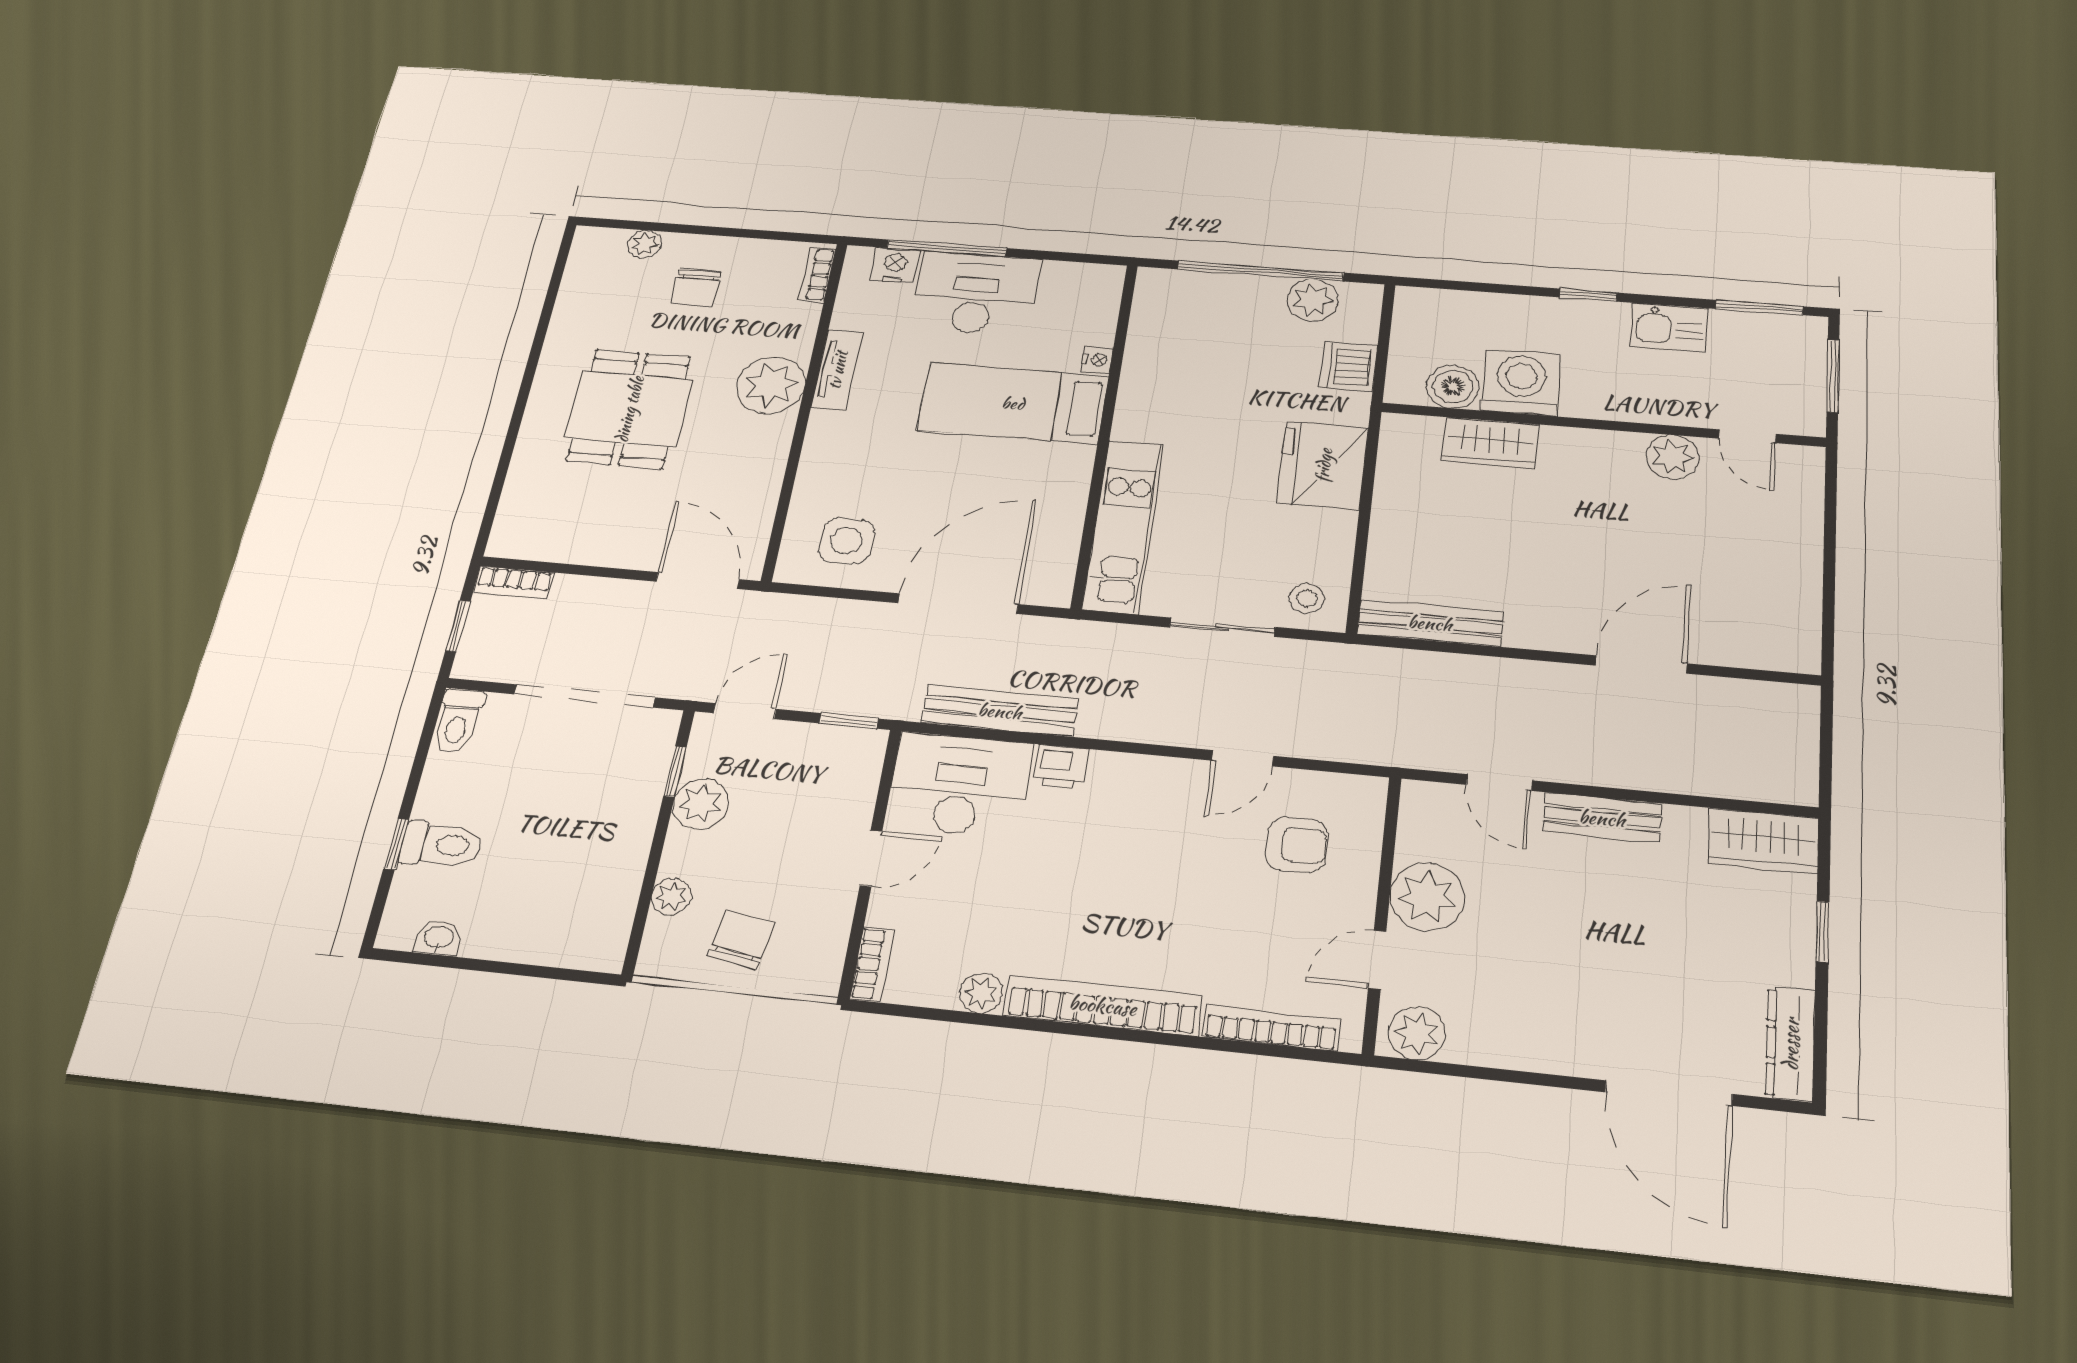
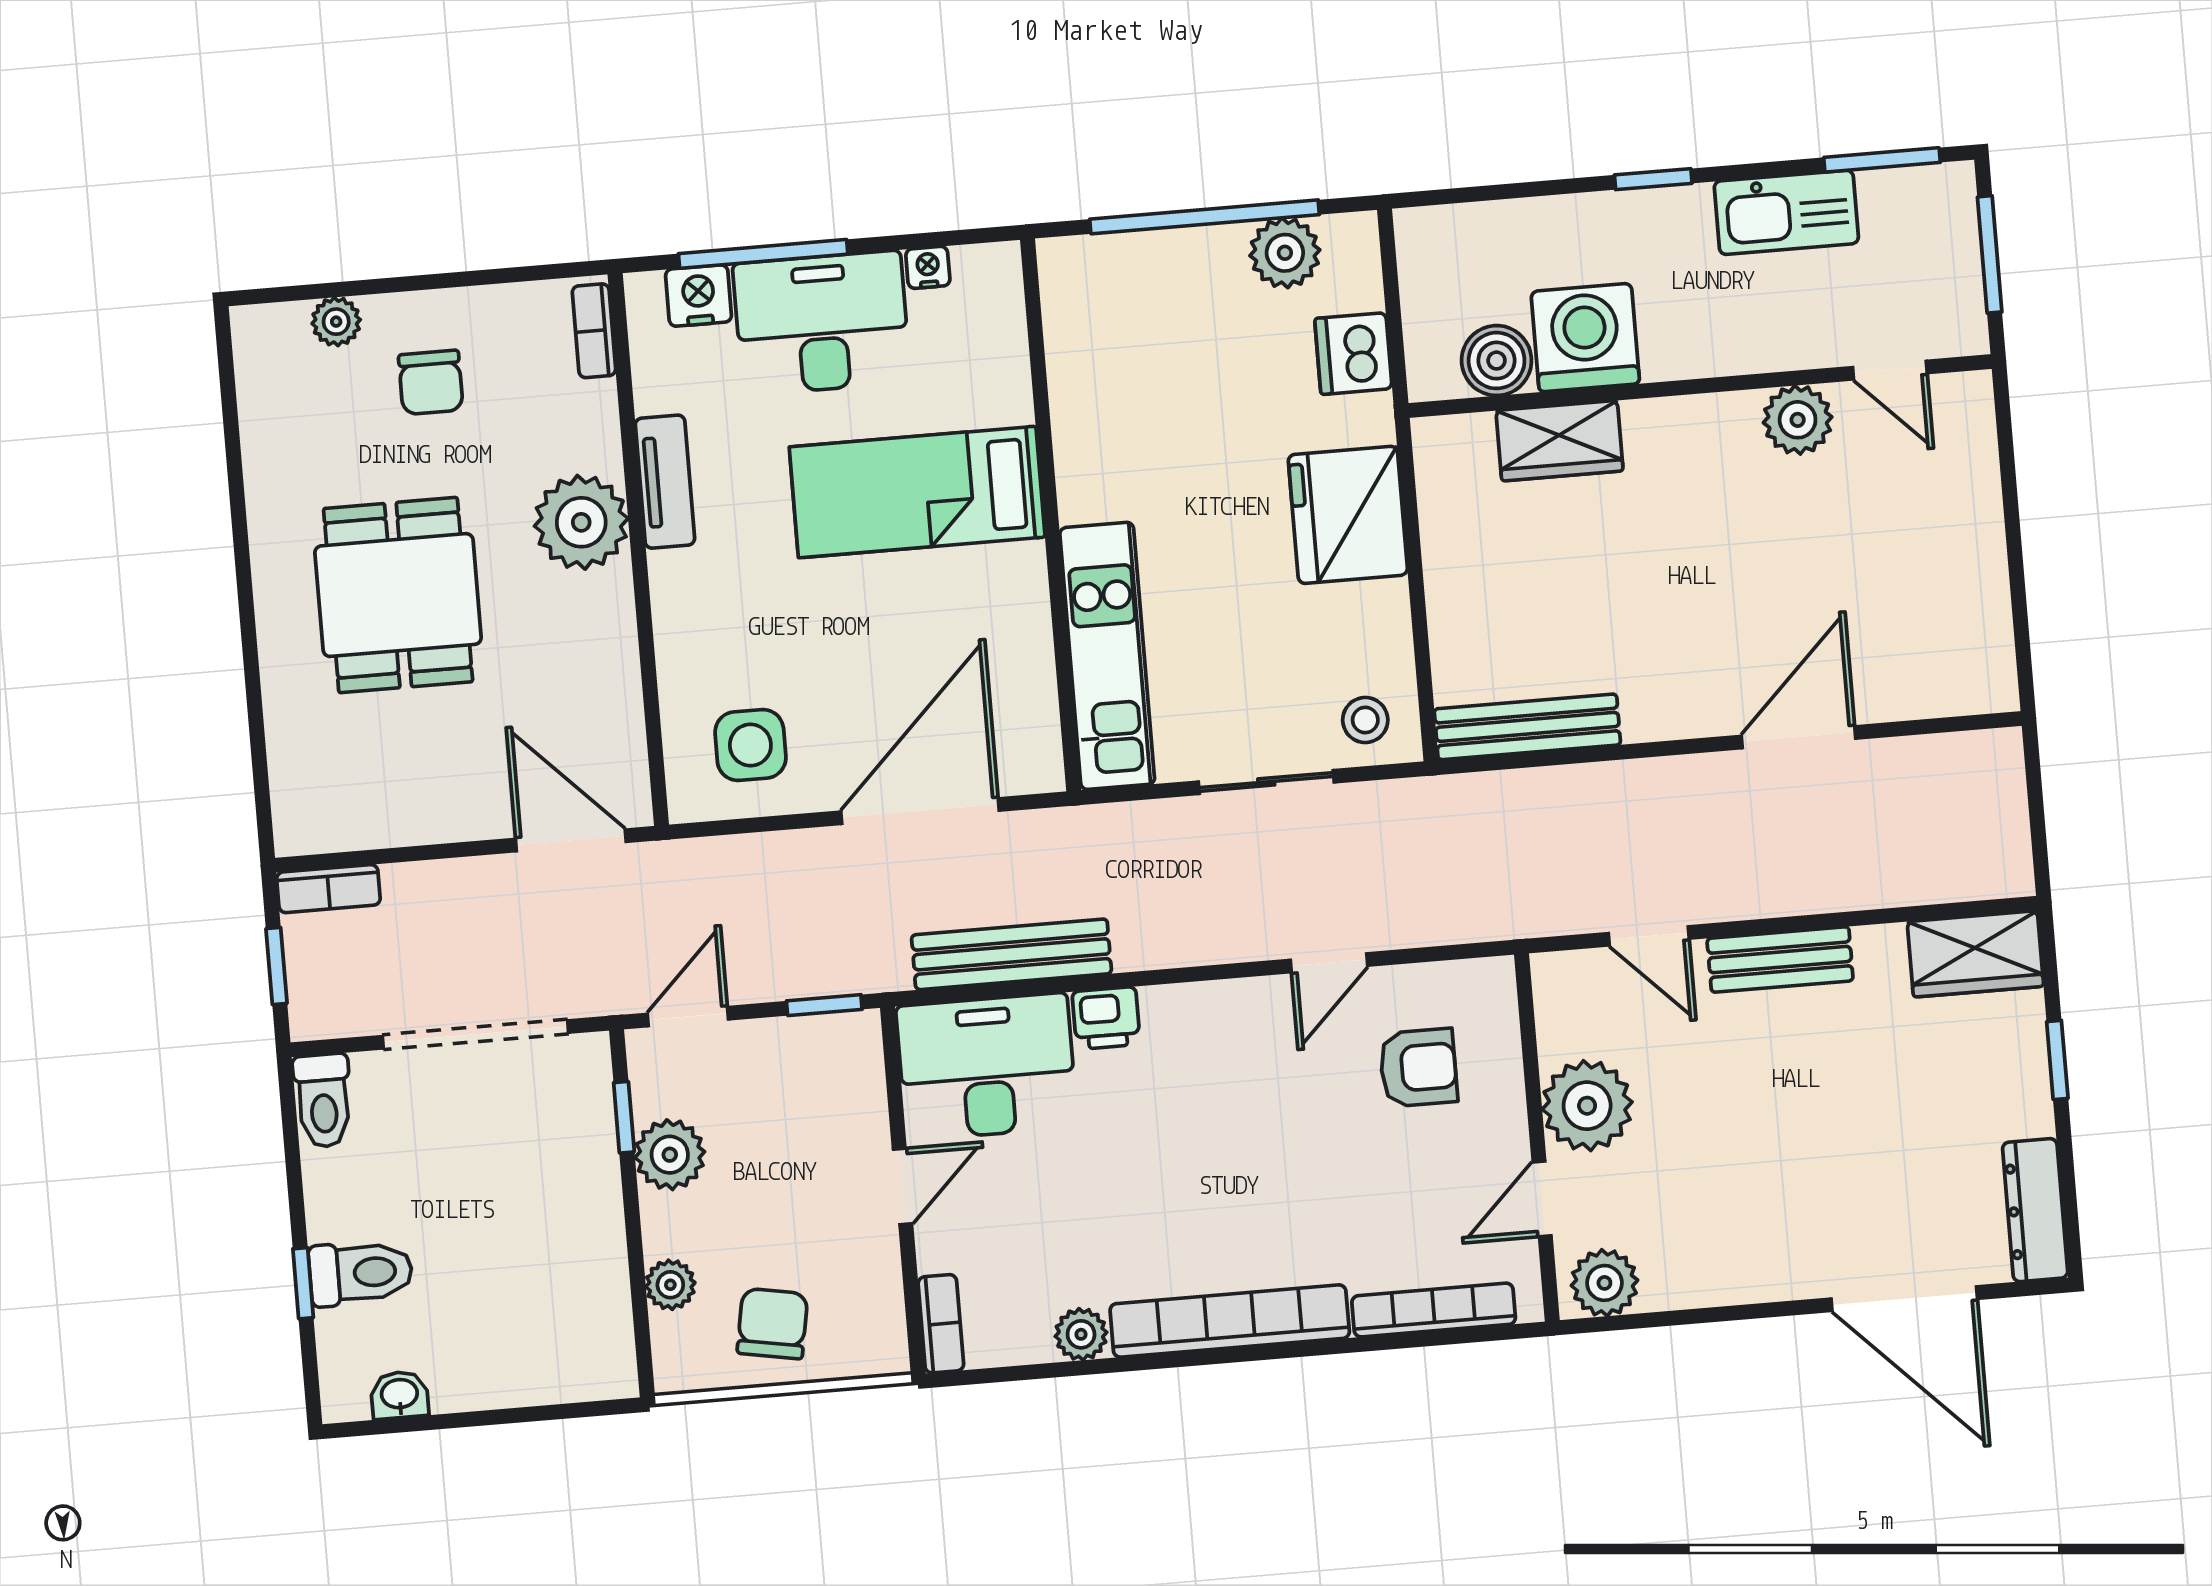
kitchen sink: (1669, 328) -> (1786, 212), width x1.38
nightstand: (1097, 360) -> (928, 267), moved, turned -90

